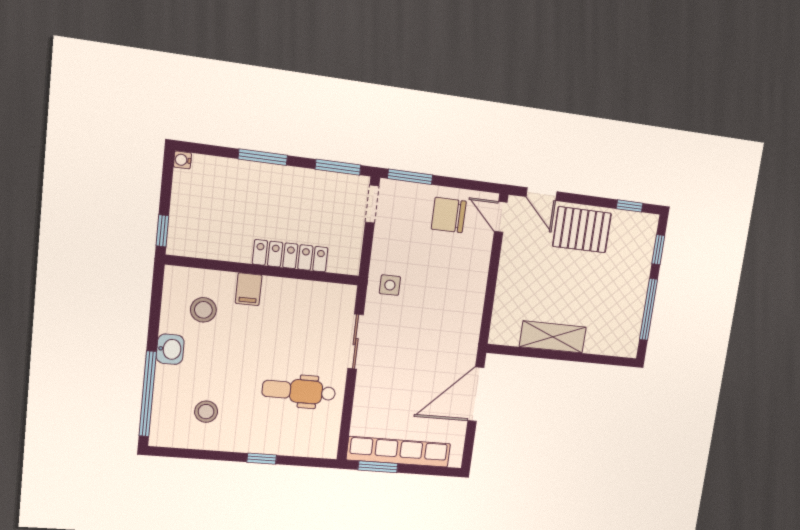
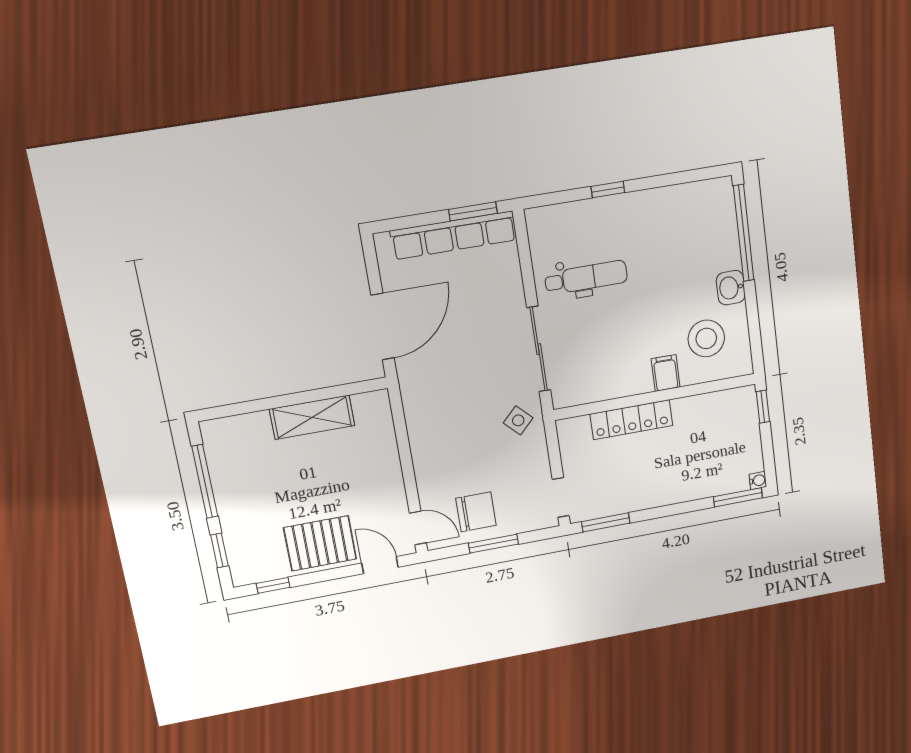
window: (263, 157) -> (738, 497), moved
window: (410, 177) -> (493, 544), moved
side table: (390, 285) -> (518, 420), turned 45
stool: (203, 310) -> (706, 338), width x1.38, depth x1.38
sliding door: (356, 342) -> (539, 349), width x1.37
stool: (206, 412) -> (680, 229), removed

